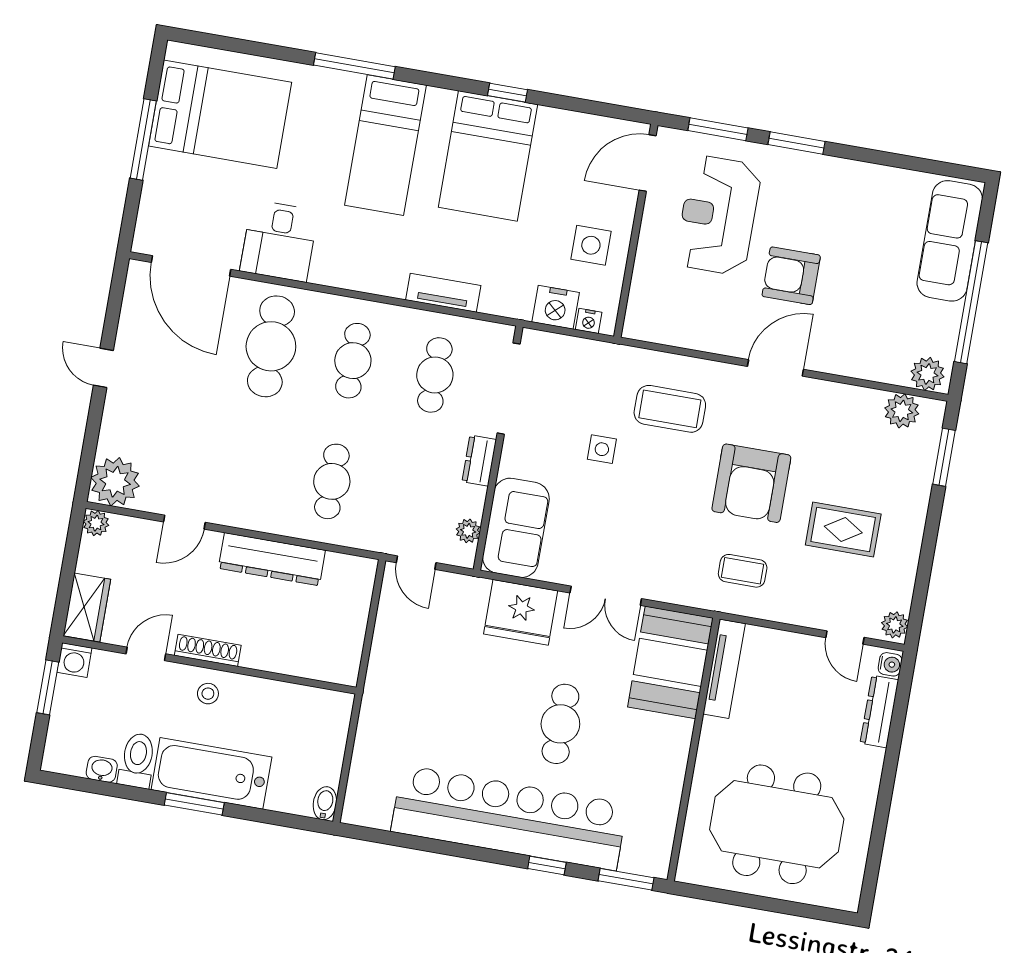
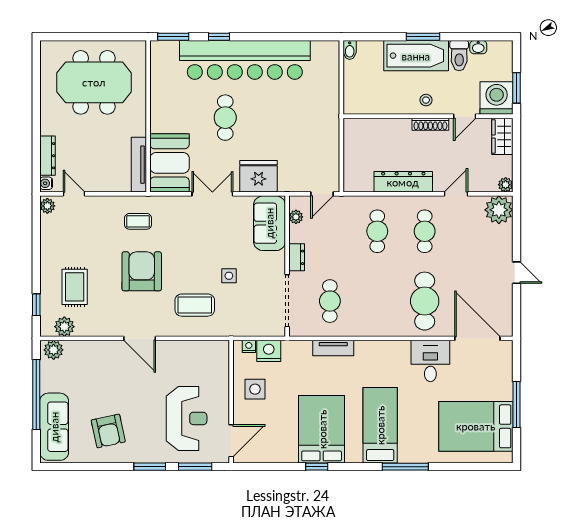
armchair: (791, 276) -> (108, 431), moved, turned 78
cafe table: (353, 361) -> (425, 231), moved
door: (775, 368) -> (140, 338), hinge flipped
window: (944, 457) -> (36, 305), width x0.67
rug: (843, 530) -> (75, 287), moved, turned 90
door: (416, 563) -> (322, 194), swing flipped
washing machine: (74, 660) -> (497, 98), width x1.89, depth x1.89

